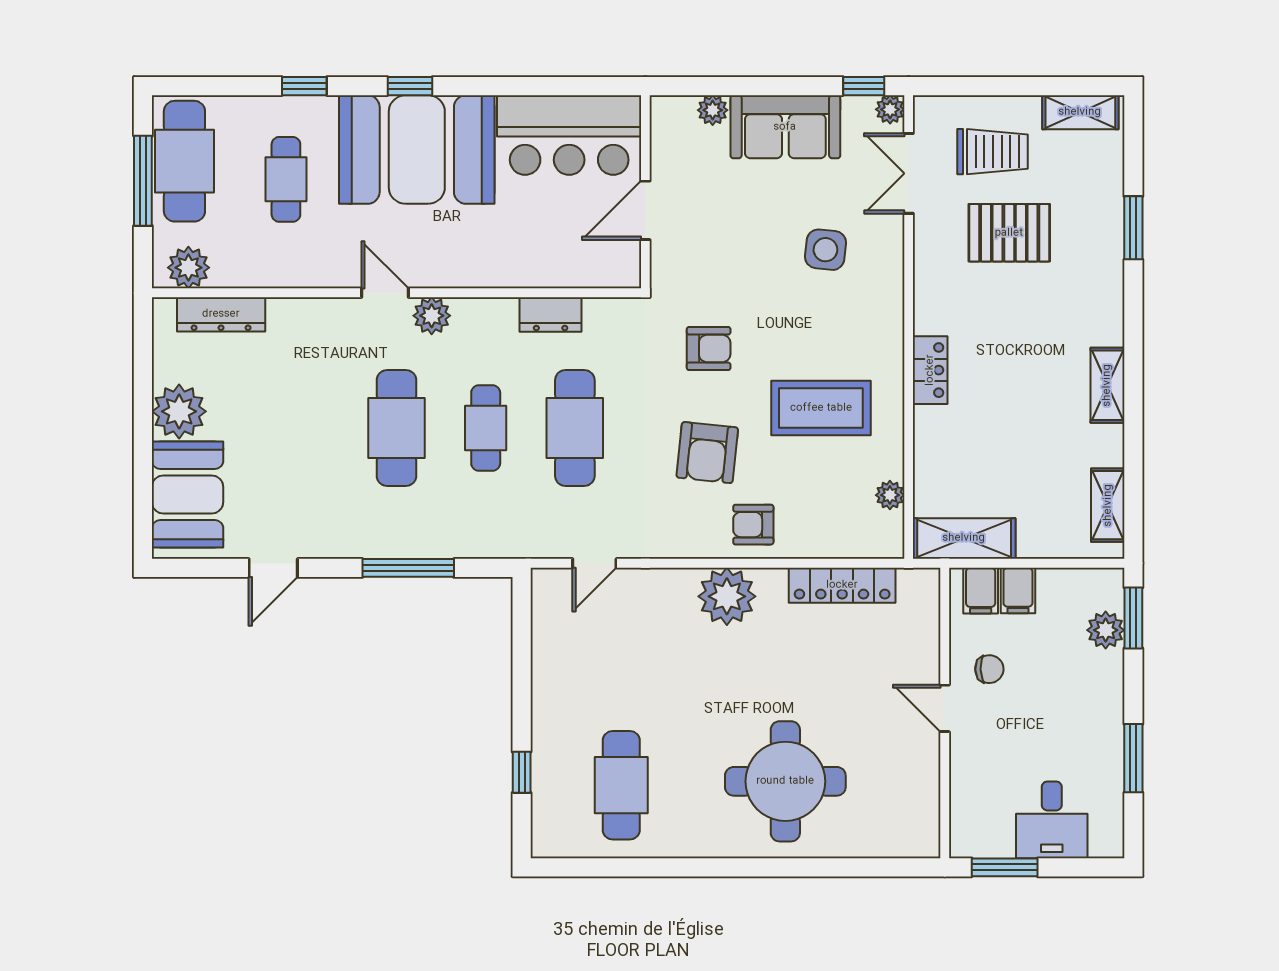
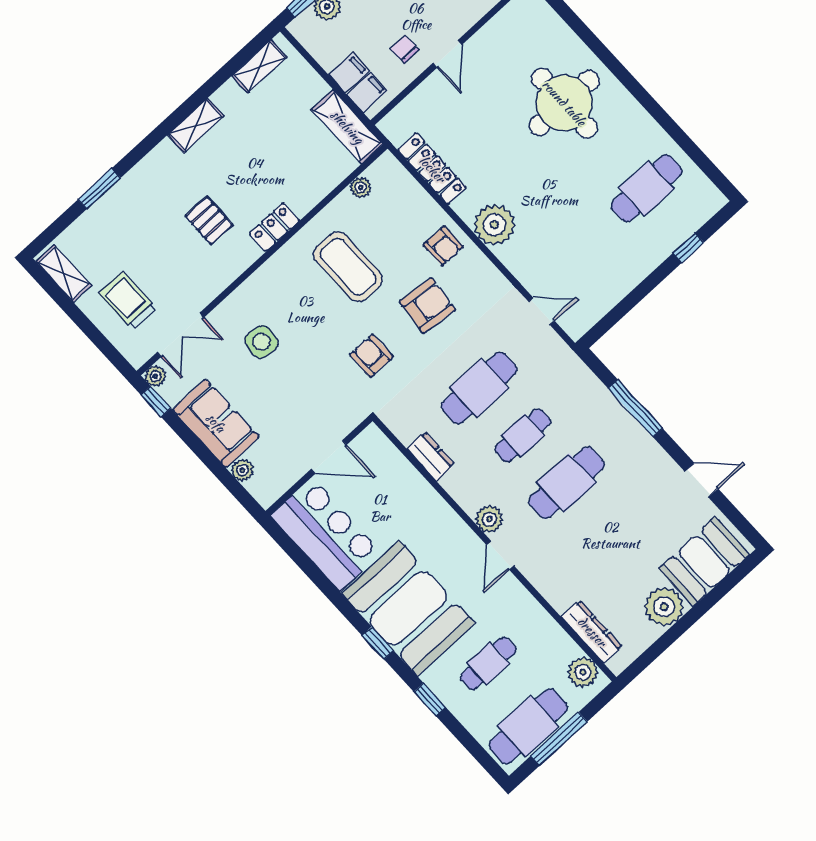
pallet: (1009, 233) -> (209, 221), moved, width x0.67, depth x0.71

